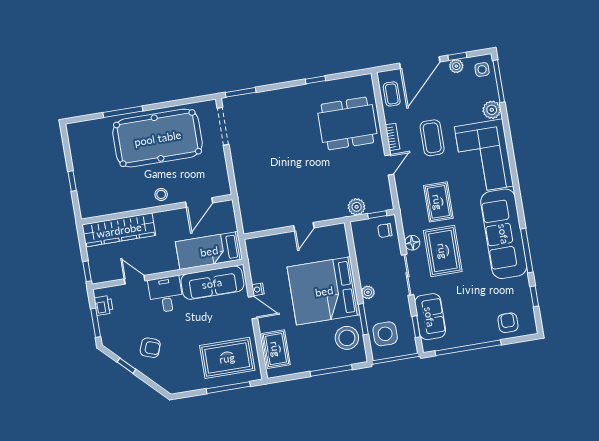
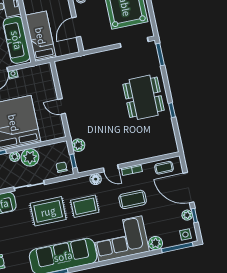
dining table: (347, 123) -> (144, 97), moved
door: (199, 202) -> (76, 27), hinge flipped
floor lamp: (412, 243) -> (96, 179), moved
plant: (370, 272) -> (30, 157), added

